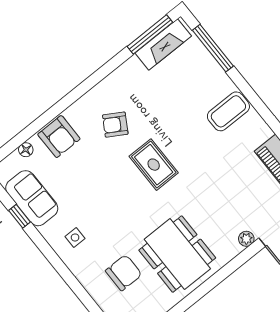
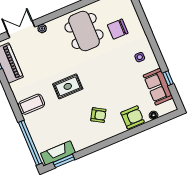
window: (150, 34) -> (64, 161), width x0.69
window: (213, 48) -> (30, 143), width x1.46
armchair: (59, 137) -> (133, 117), turned 90
rug: (154, 165) -> (68, 86), moved, turned 90

